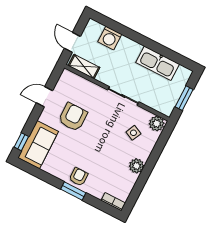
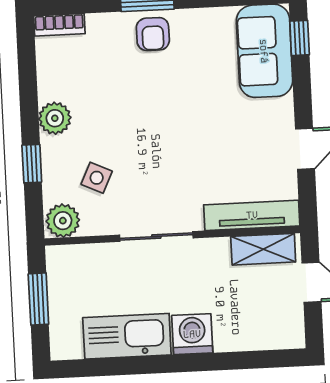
washing machine: (110, 38) -> (192, 334), moved
tv unit: (81, 83) -> (252, 215), added
armchair: (73, 117) -> (229, 141), removed
window: (156, 153) -> (32, 164), added

